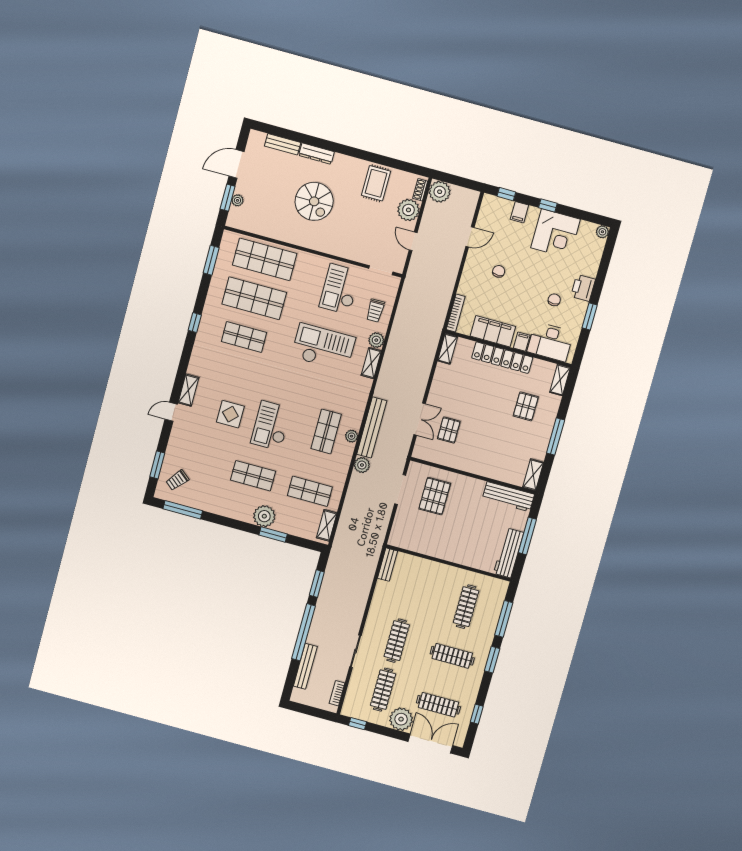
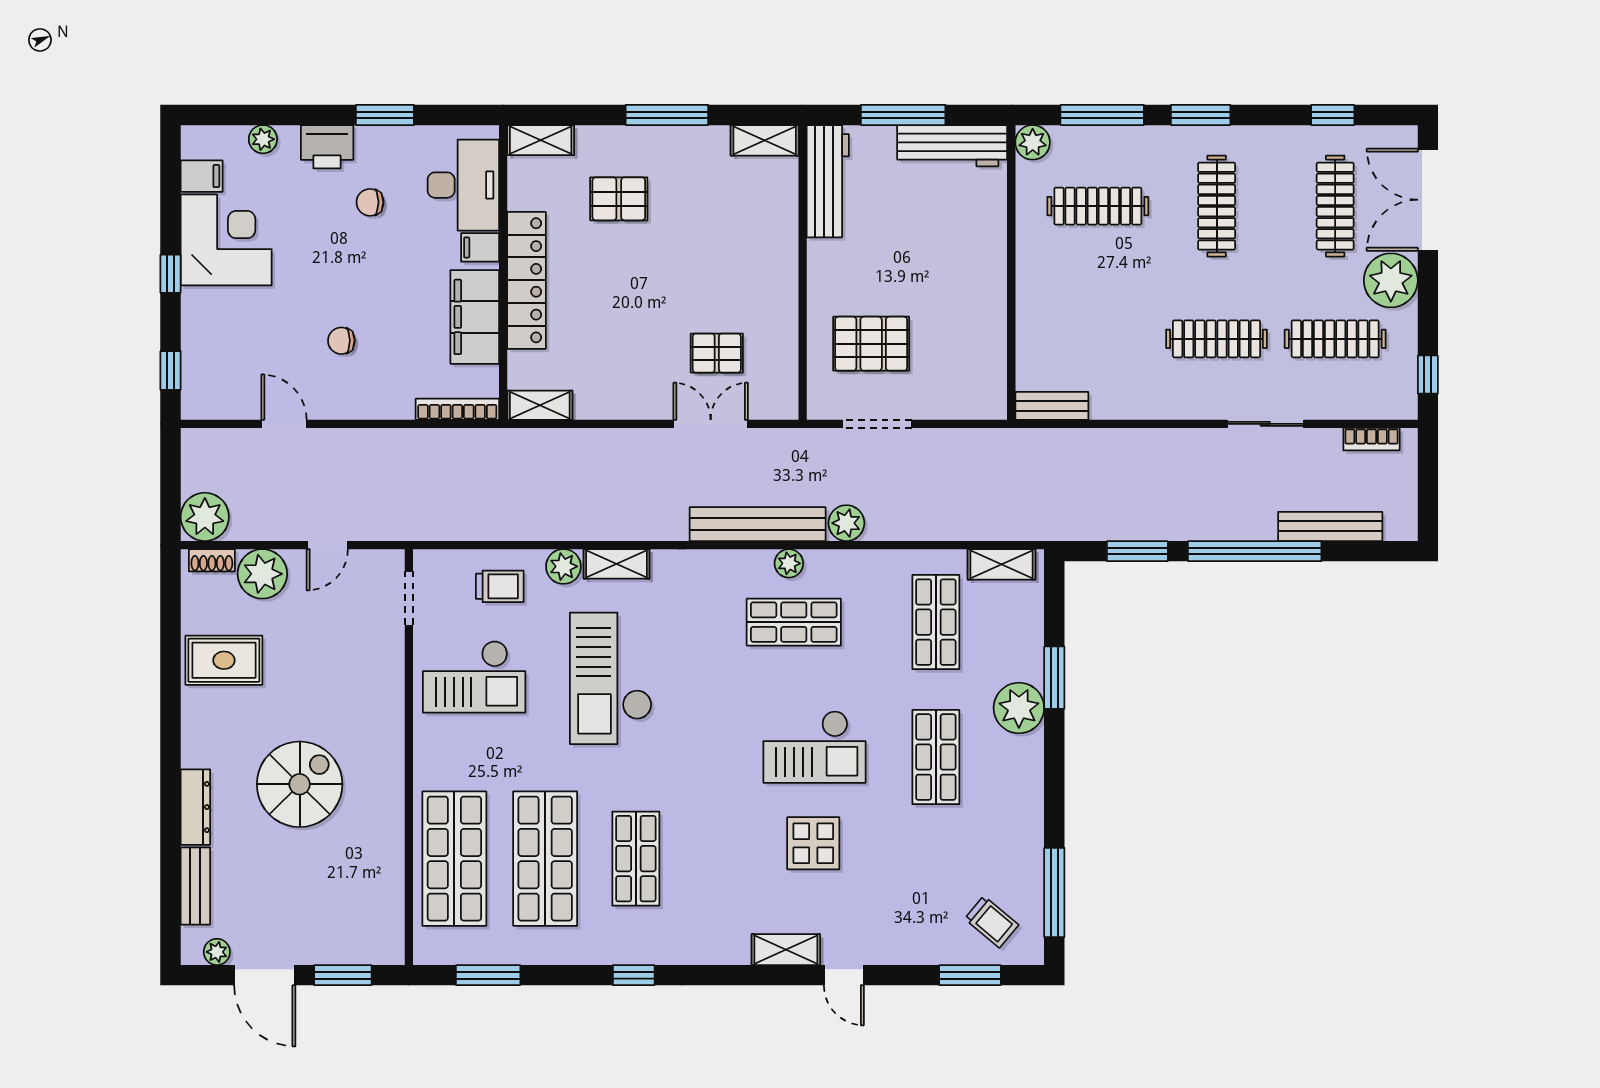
plant: (237, 200) -> (217, 952), moved
filing cabinet: (519, 212) -> (202, 176), moved
plant: (602, 232) -> (263, 139), moved
plant: (500, 587) -> (1033, 142), added

